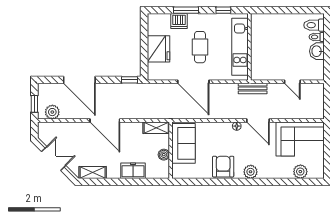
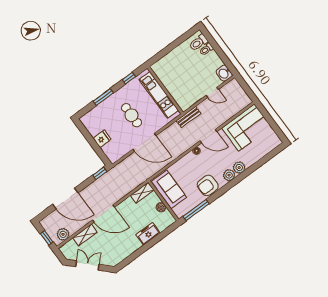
dishwasher: (179, 21) -> (104, 108), removed
fridge: (159, 49) -> (102, 139), width x0.53, depth x0.75
washbasin: (317, 51) -> (224, 73), moved
armchair: (223, 167) -> (208, 185), turned -90
shelving: (93, 172) -> (85, 235), moved
plant: (300, 172) -> (239, 168), moved
window: (195, 182) -> (196, 210), added

